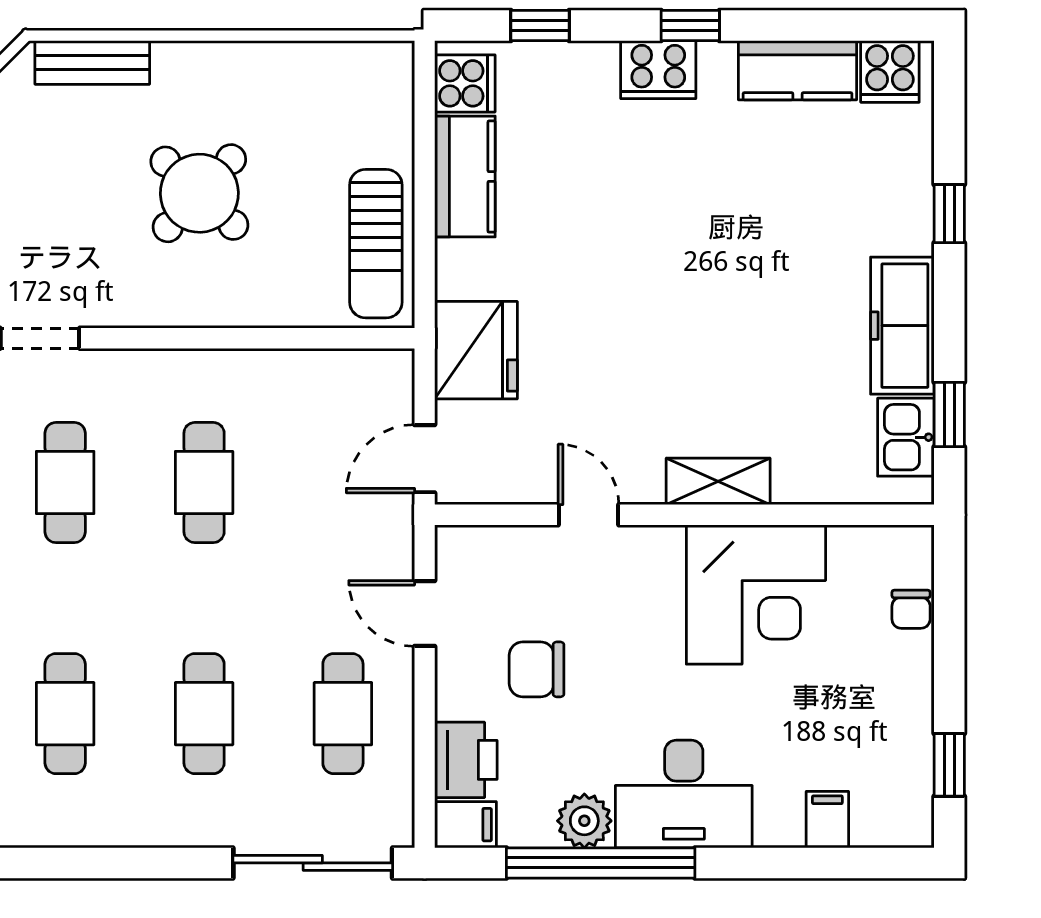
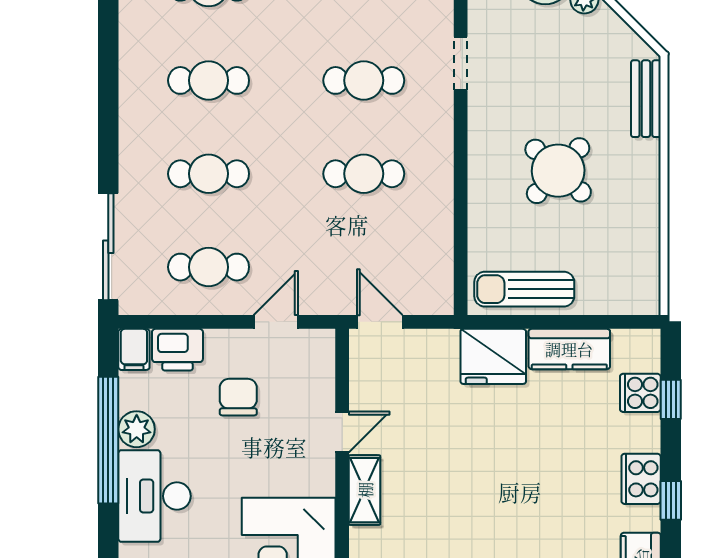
cooker: (465, 83) -> (640, 393), moved, turned 90
fridge: (476, 350) -> (493, 356), moved
shelving: (718, 481) -> (365, 490), moved

